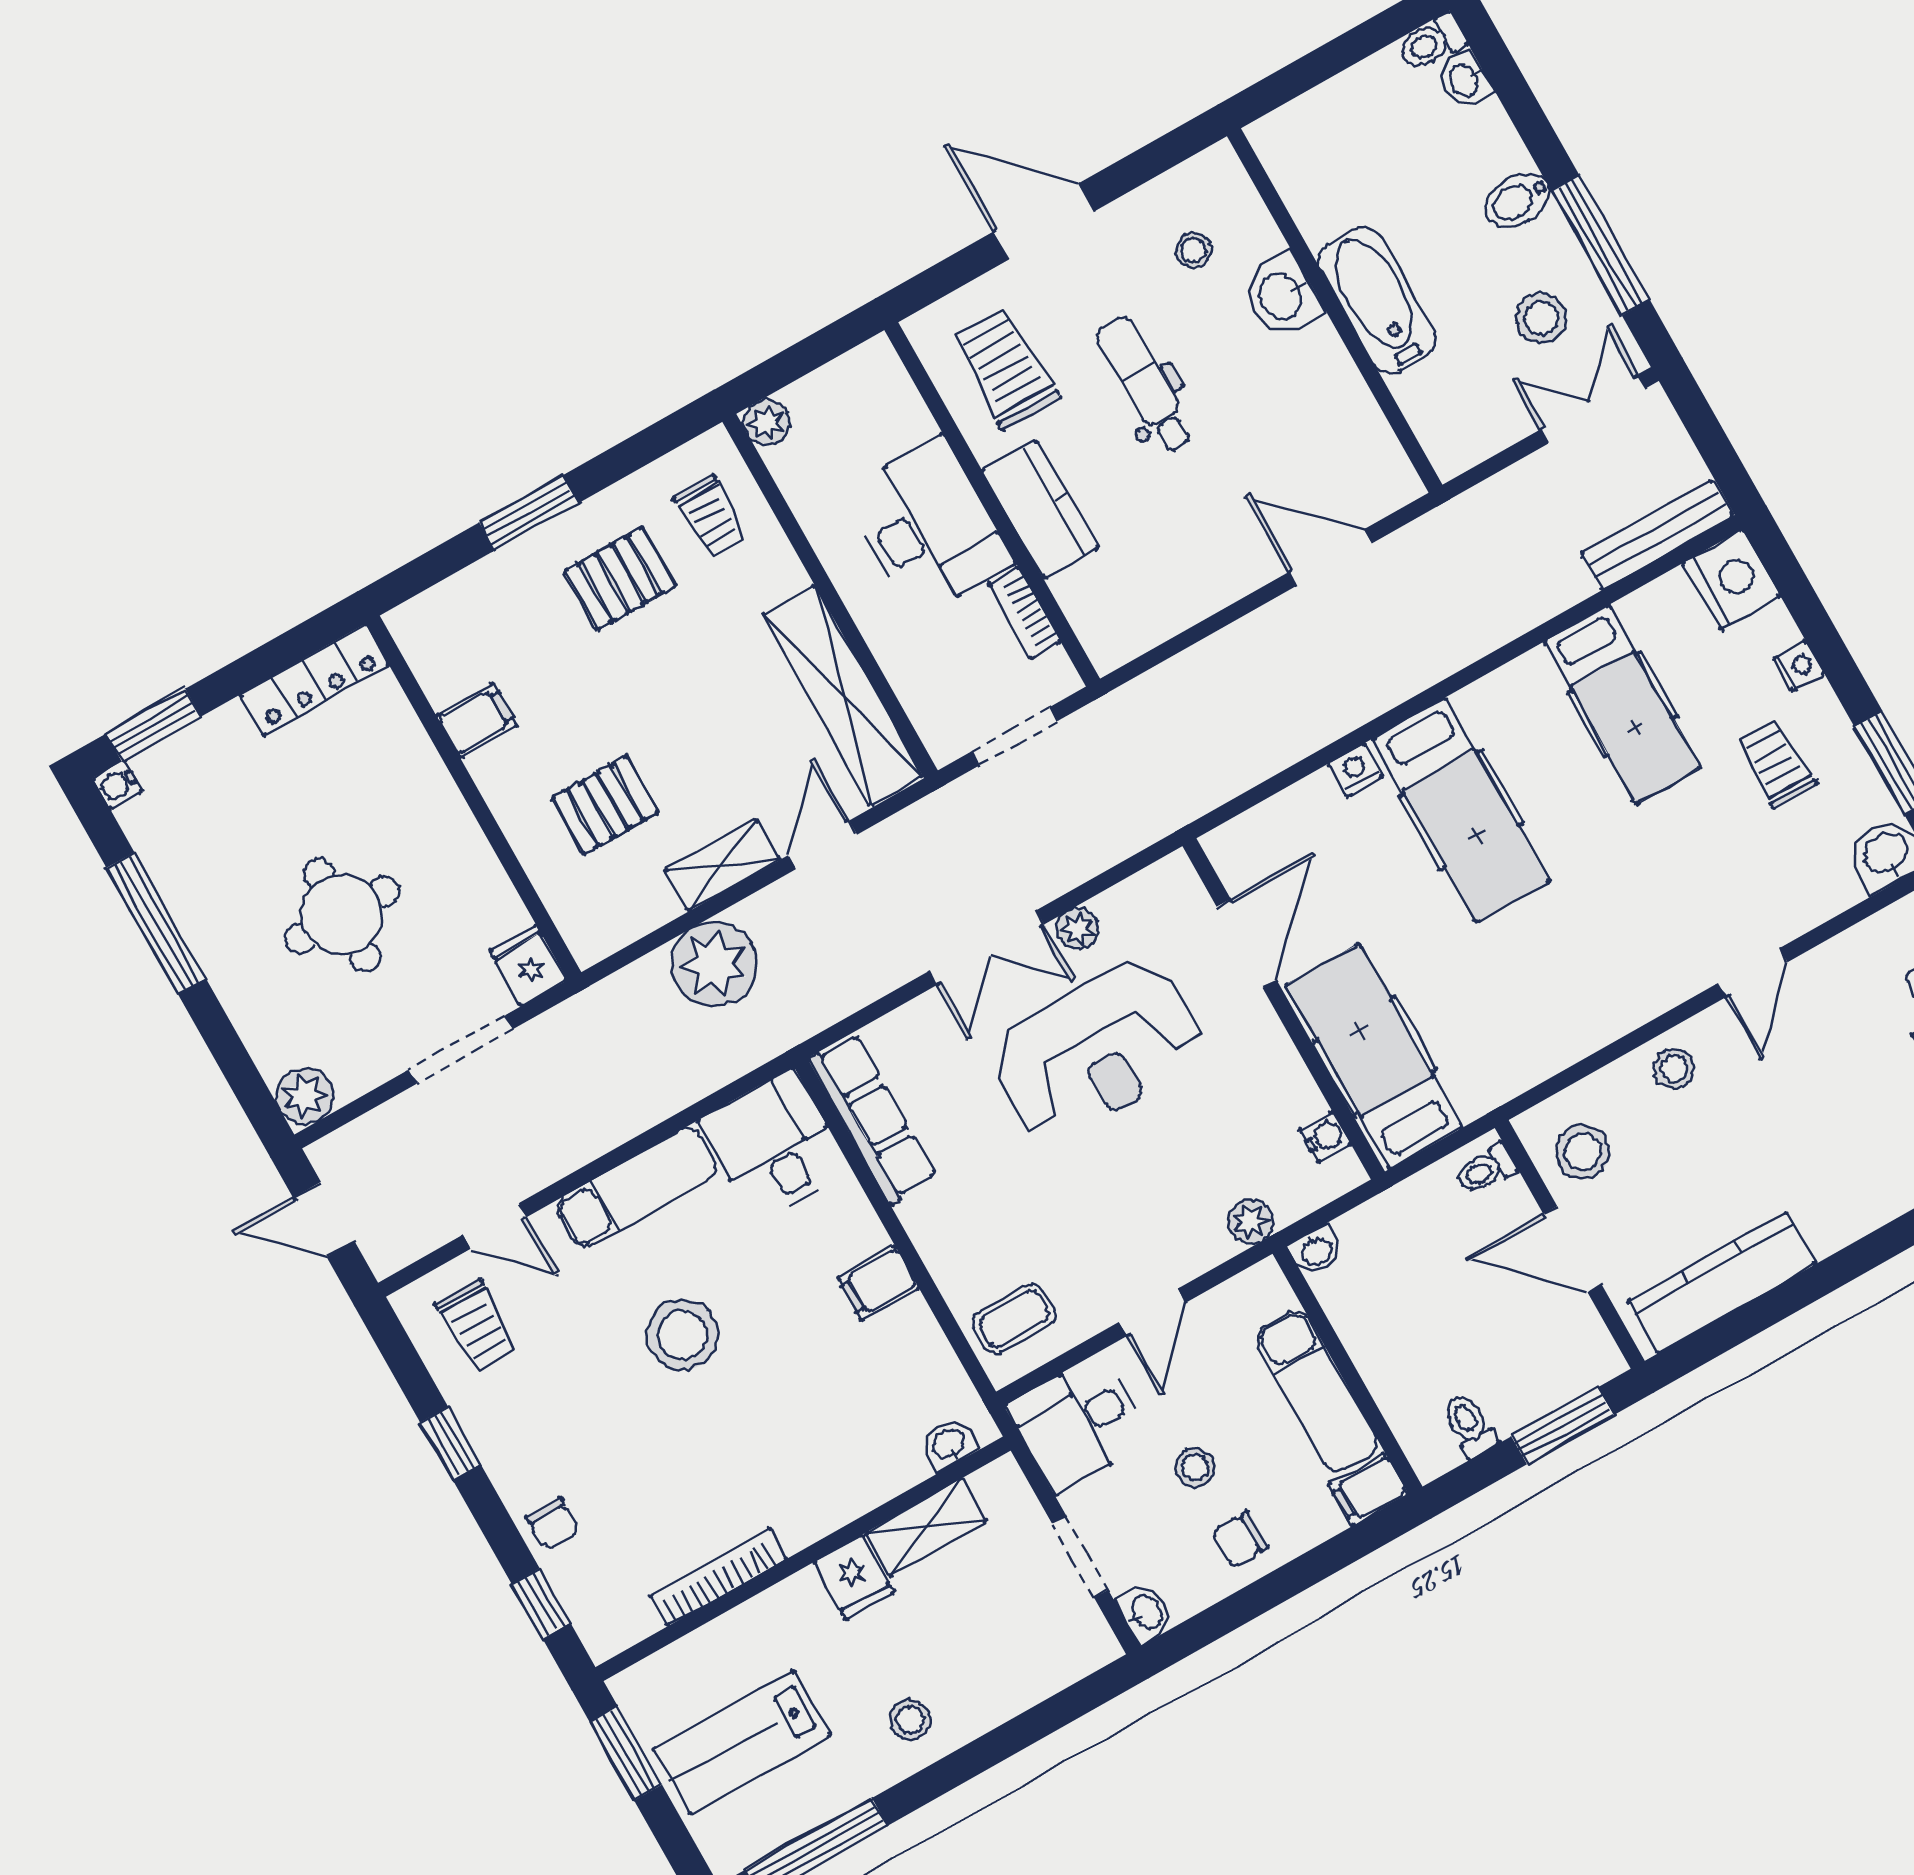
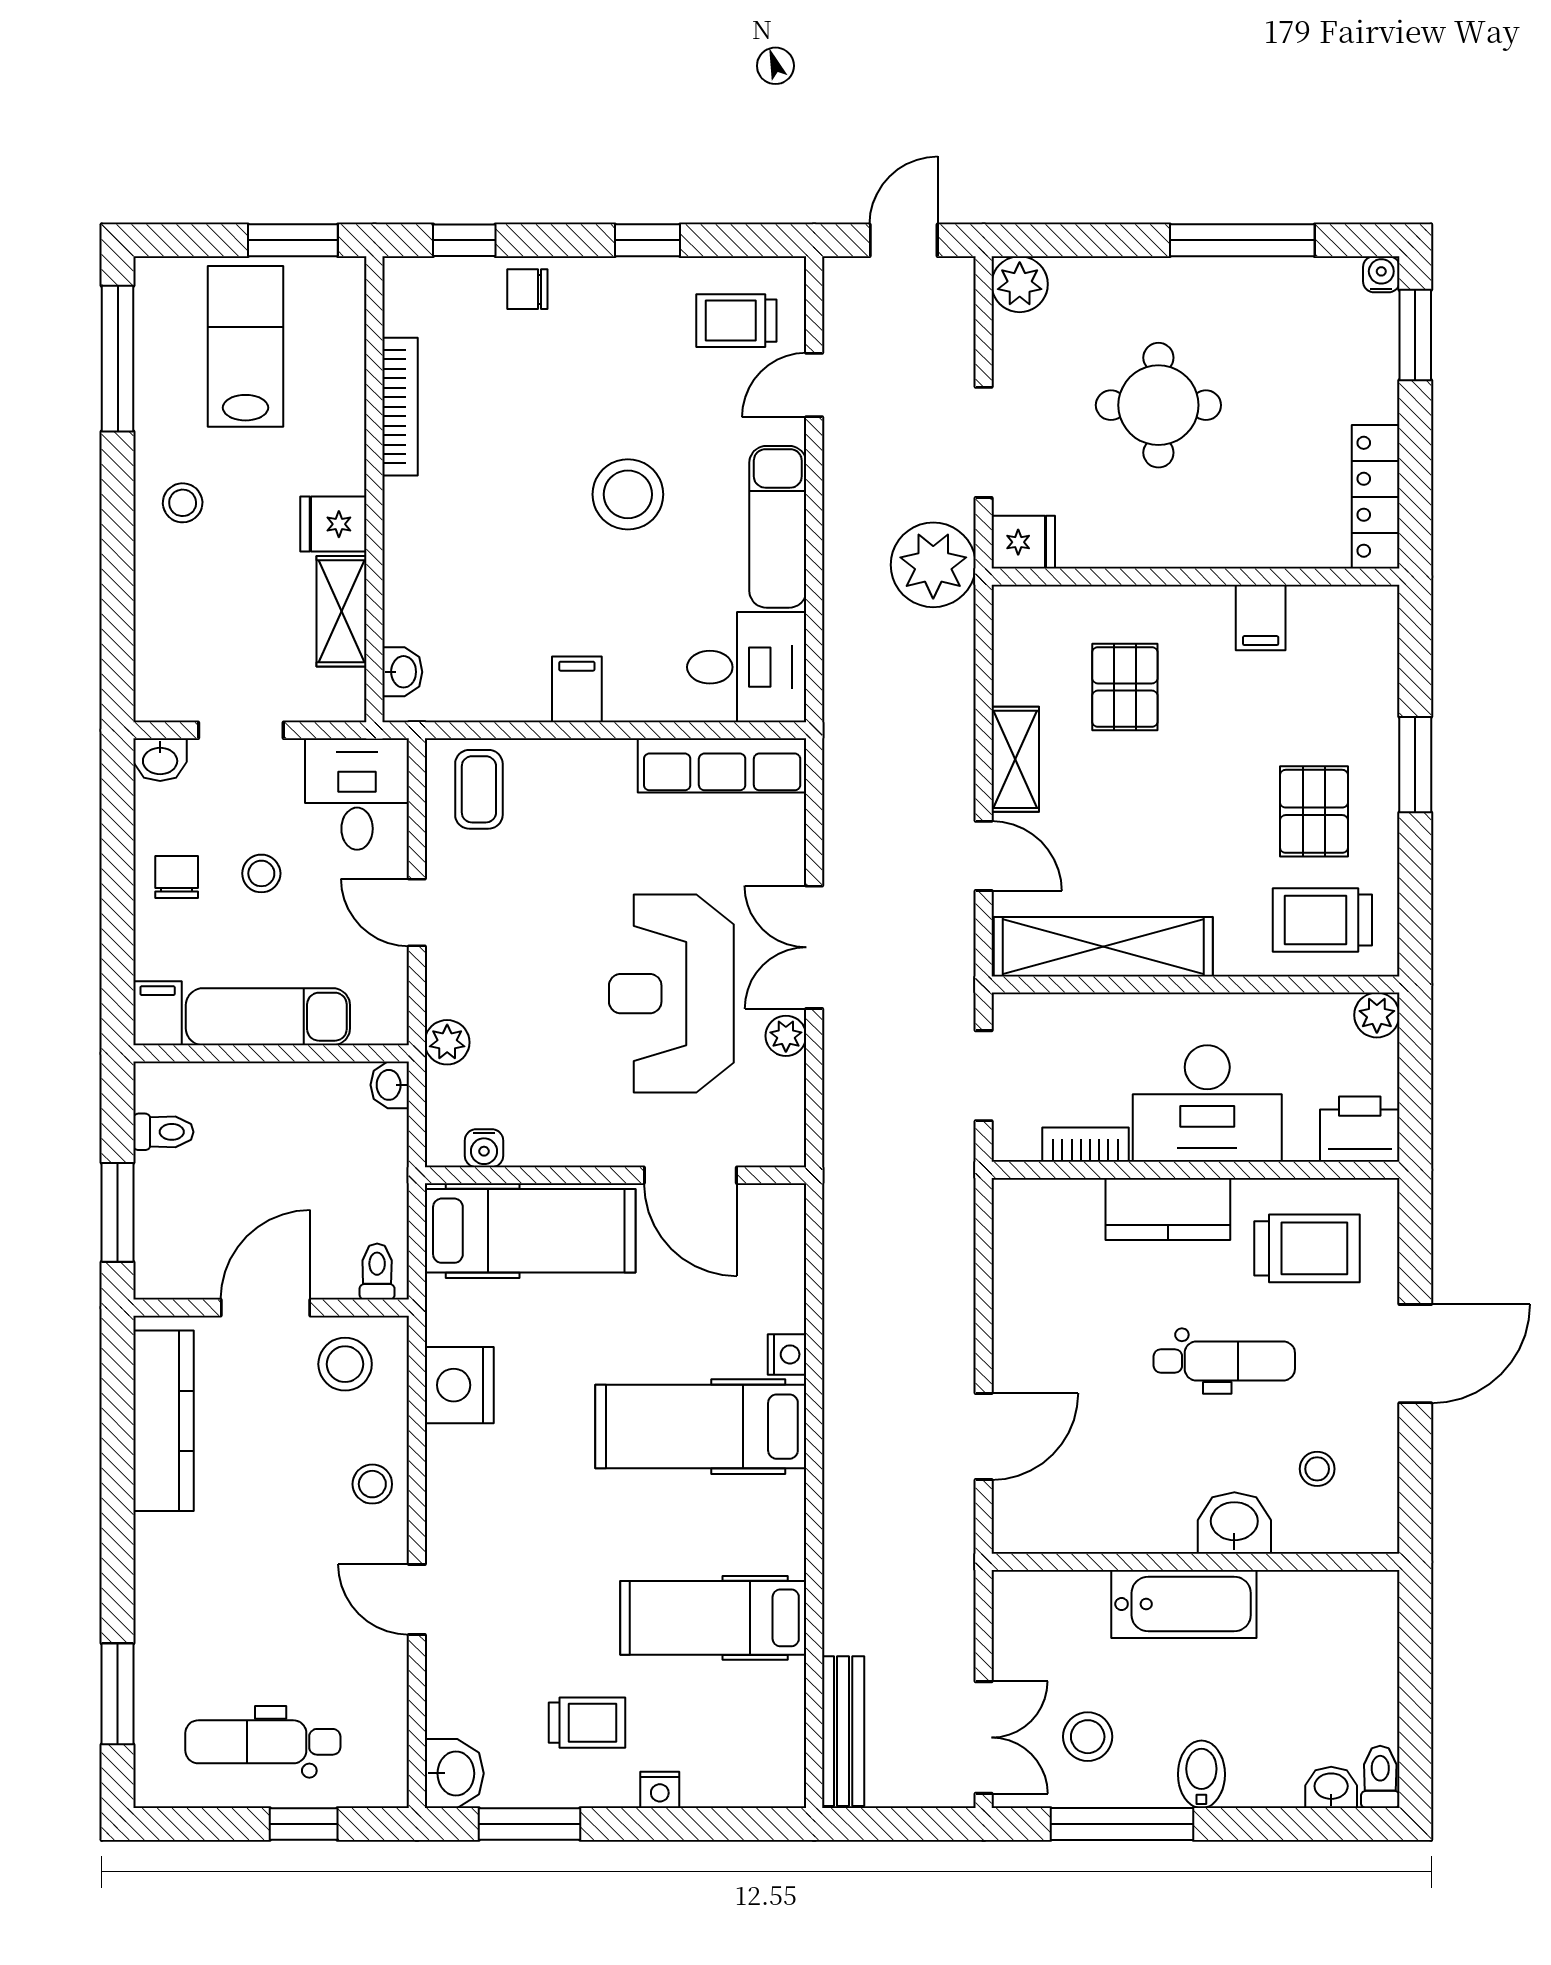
printer: (875, 381) -> (1360, 1129), added
trolley: (711, 517) -> (1322, 920), width x1.36, depth x1.39
nightstand: (1732, 580) -> (459, 1385), moved, turned 90
plant: (714, 964) -> (933, 565), moved

